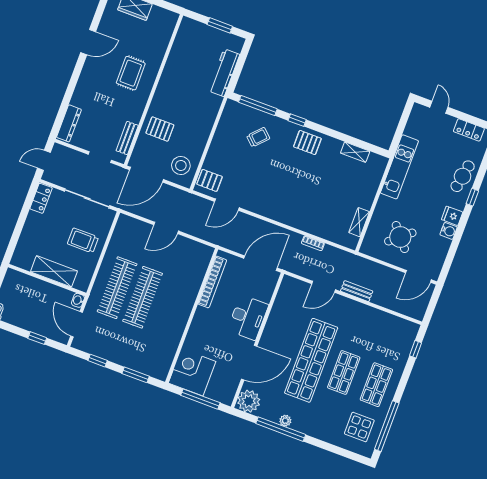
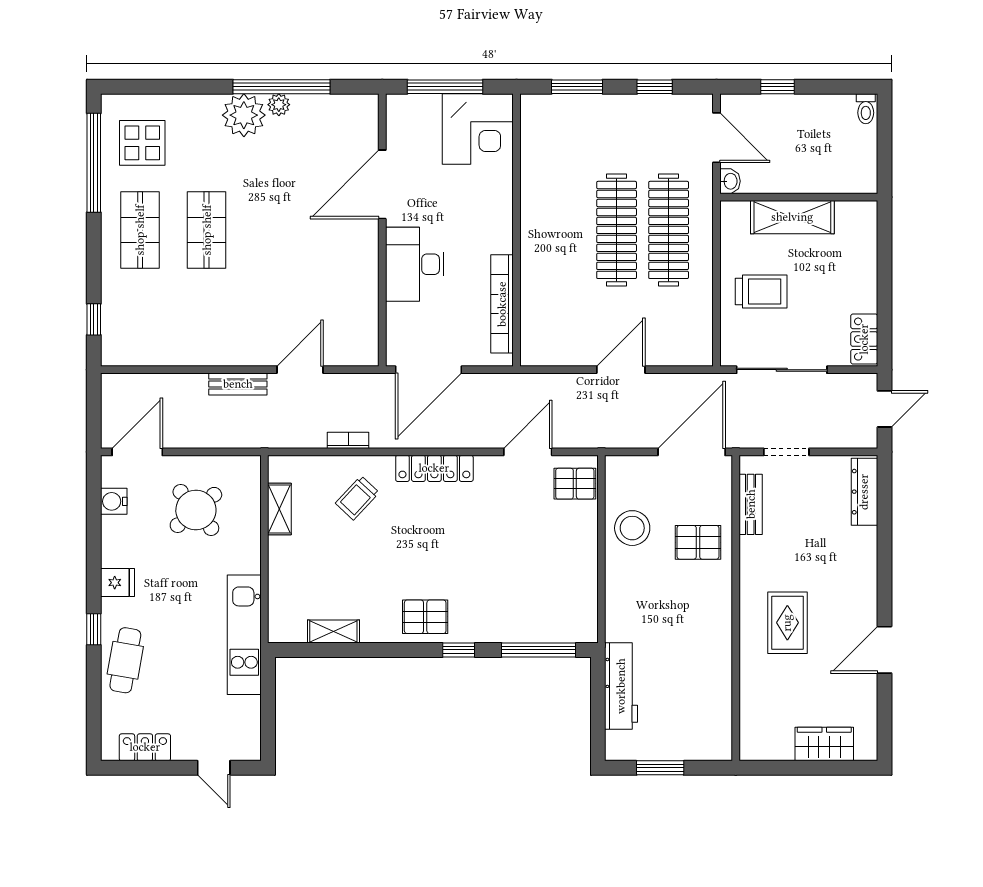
trolley: (258, 137) -> (357, 498), moved
stool: (181, 165) -> (632, 528), moved
locker: (276, 214) -> (434, 468), added
water cooler: (449, 231) -> (114, 501), moved
shop shelf: (311, 360) -> (273, 230), removed
plant: (249, 401) -> (244, 115), moved

